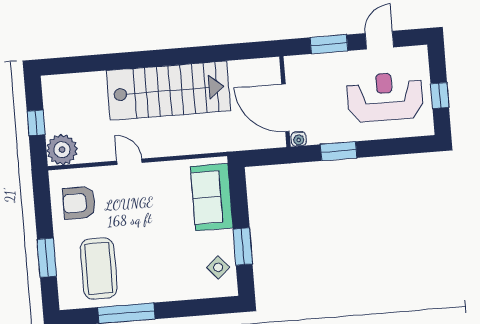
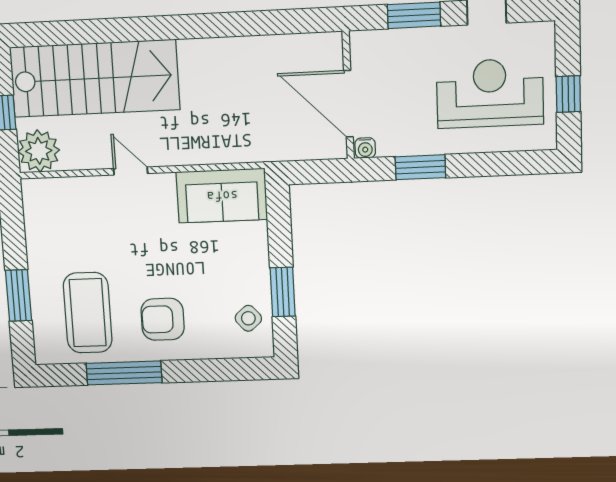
stairs: (168, 91) -> (95, 78), moved
sofa: (212, 197) -> (222, 196), moved, turned -90
armchair: (79, 203) -> (163, 319), moved

